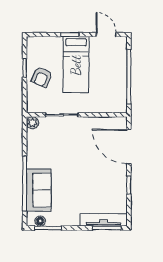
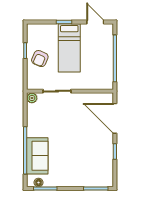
tv unit: (104, 220) -> (93, 182), removed

